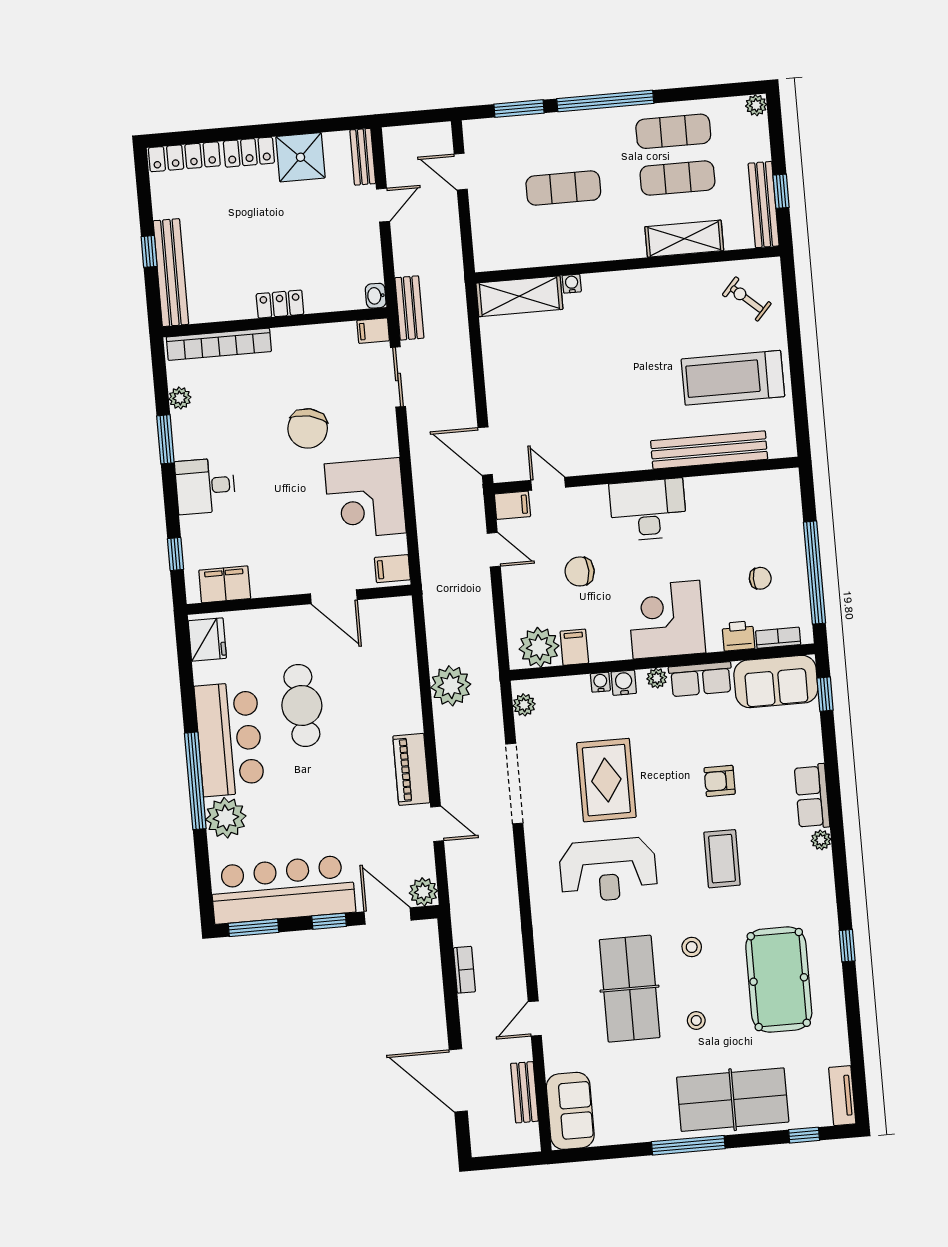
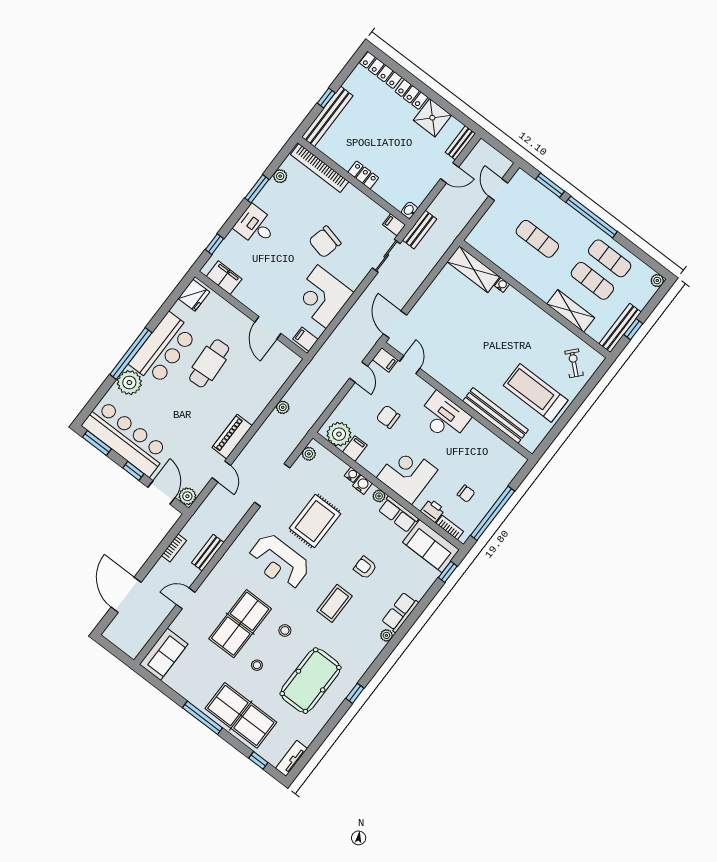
plant: (451, 686) -> (283, 407), width x0.53, depth x0.53
bench: (524, 1092) -> (208, 553), moved

